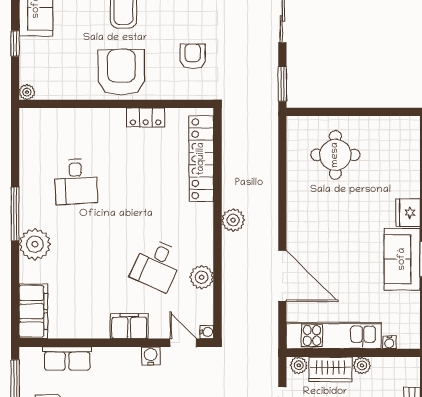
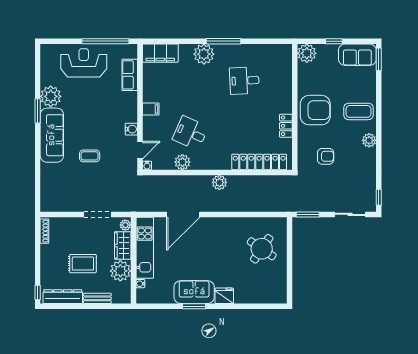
plant: (27, 92) -> (307, 53), width x1.87, depth x1.87
round table: (335, 155) -> (262, 249), turned 34
filing cabinet: (129, 326) -> (151, 109), width x0.50
plant: (362, 365) -> (120, 271), width x1.88, depth x1.88

